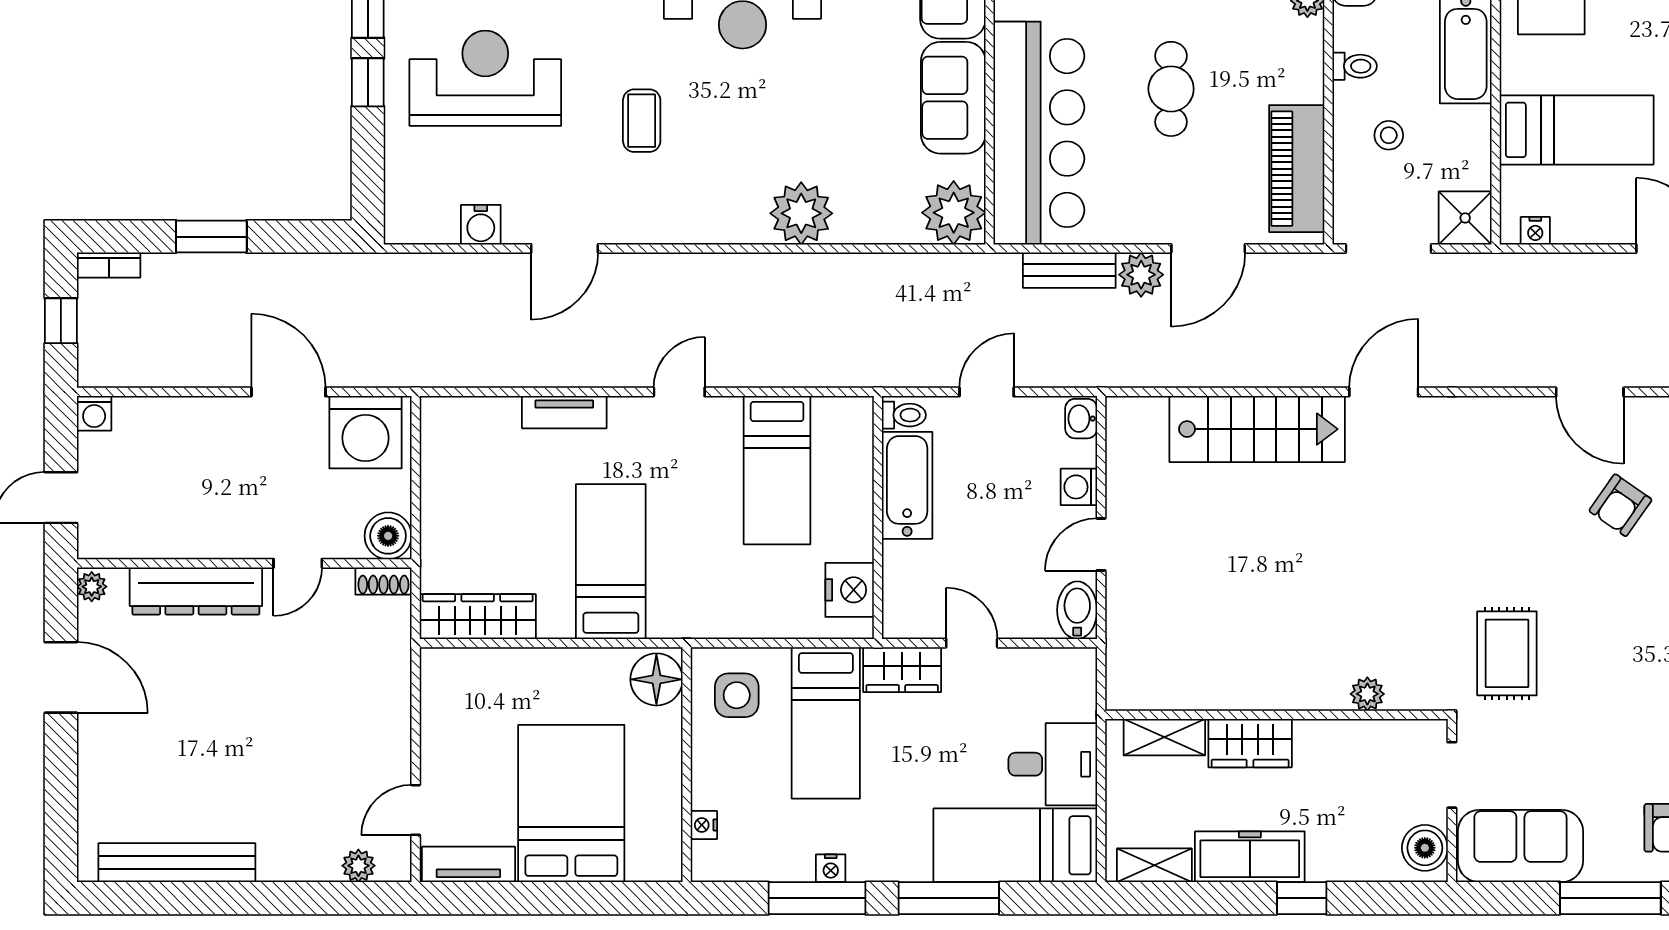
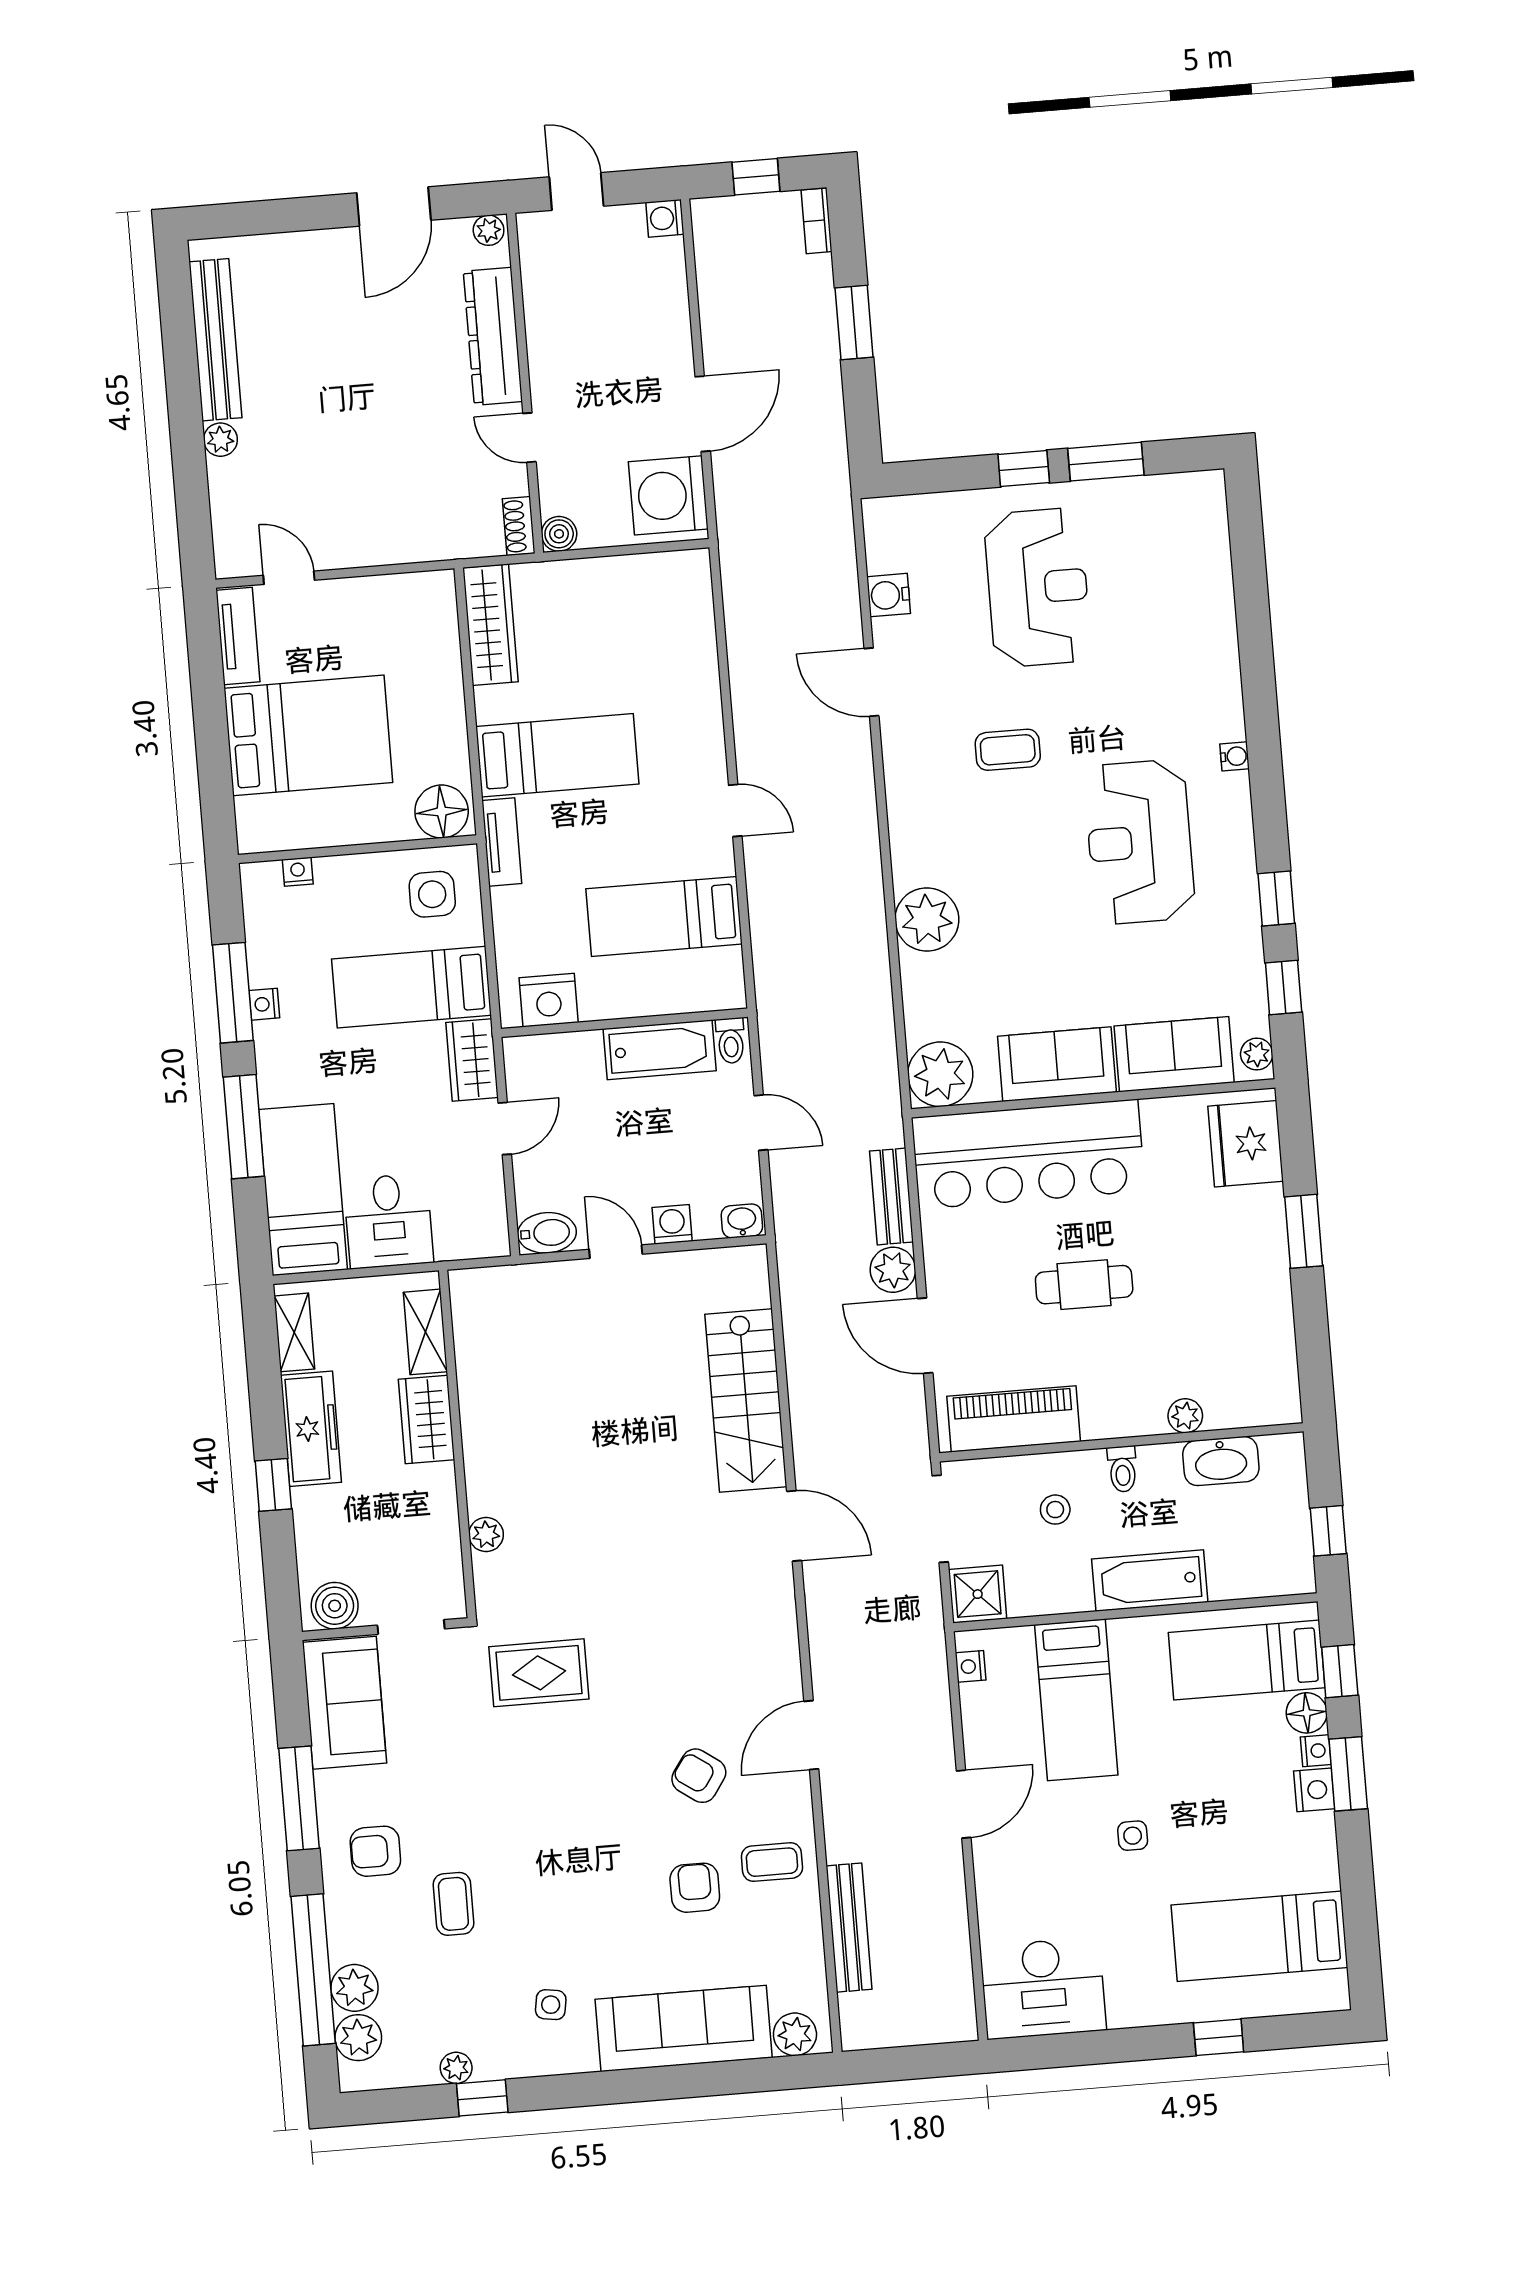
tv unit: (564, 412) -> (502, 842), moved, turned 180
boiler: (388, 536) -> (559, 534), width x0.73, depth x0.73
plant: (358, 866) -> (220, 440), moved

